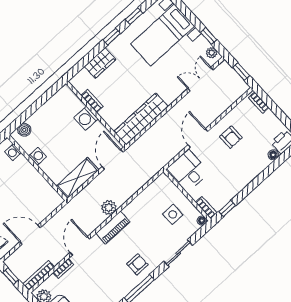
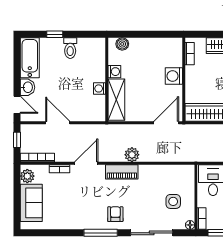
bookcase: (92, 101) -> (190, 54), moved
washing machine: (13, 152) -> (100, 88), moved
shelving: (77, 178) -> (116, 100), moved, turned 90
sliding door: (178, 253) -> (152, 233), width x1.37
armchair: (137, 264) -> (115, 214), turned -90

